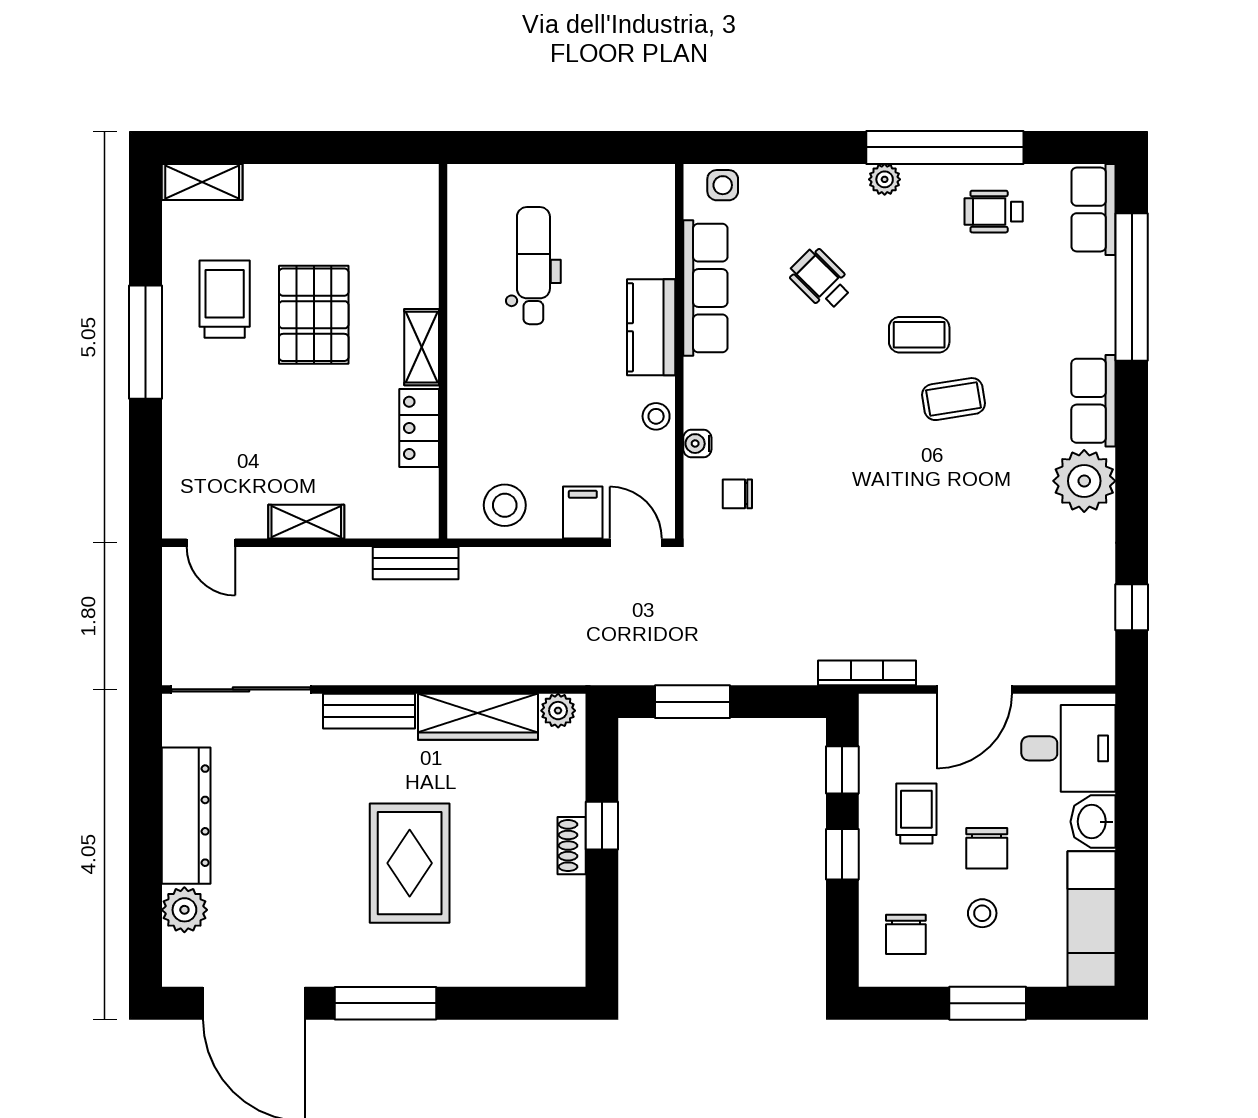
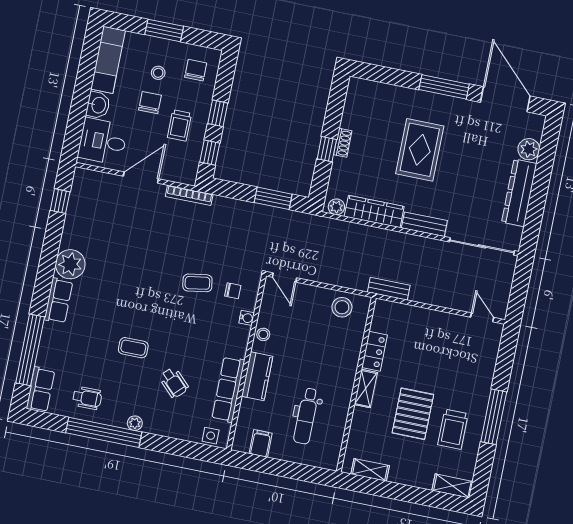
coffee table: (954, 399) -> (197, 283), moved
filing cabinet: (583, 513) -> (261, 443), moved, turned 180
shelving: (306, 522) -> (370, 470), moved

